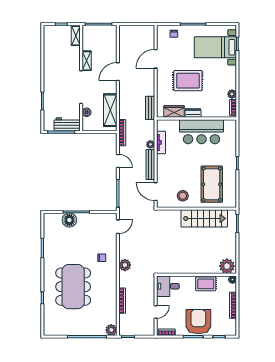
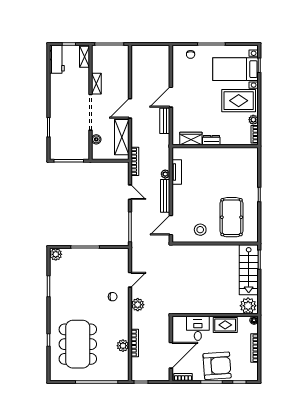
door: (156, 59) -> (171, 97), moved
door: (118, 72) -> (130, 108), moved
rug: (188, 81) -> (239, 101), moved
bench: (150, 108) -> (165, 121), moved
workbench: (67, 124) -> (57, 59), moved, turned 90
bar counter: (201, 132) -> (221, 160), removed
door: (156, 192) -> (171, 225), hinge flipped
stairs: (204, 218) -> (249, 270), moved, turned 90
plant: (49, 219) -> (56, 254), added
floor lamp: (69, 220) -> (78, 256), removed
door: (118, 227) -> (130, 280), moved
desk: (168, 286) -> (198, 328), moved, turned 90
dining table: (73, 287) -> (78, 344), moved
door: (156, 312) -> (171, 355), width x1.88
armchair: (198, 322) -> (217, 366), turned 86
plant: (111, 330) -> (123, 346), moved

